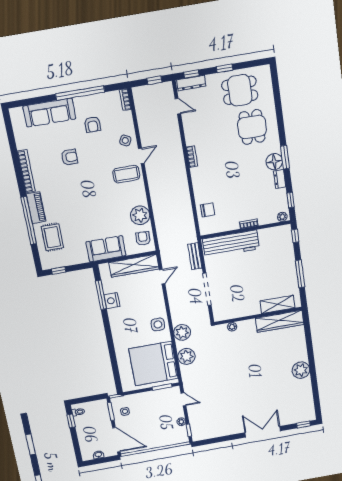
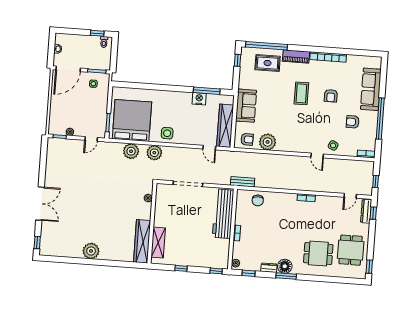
window: (225, 68) -> (369, 267), moved
coffee table: (126, 174) -> (301, 93), moved
window: (29, 221) -> (267, 46), moved
bench: (195, 256) -> (243, 182), moved
window: (300, 274) -> (181, 268), width x0.46

